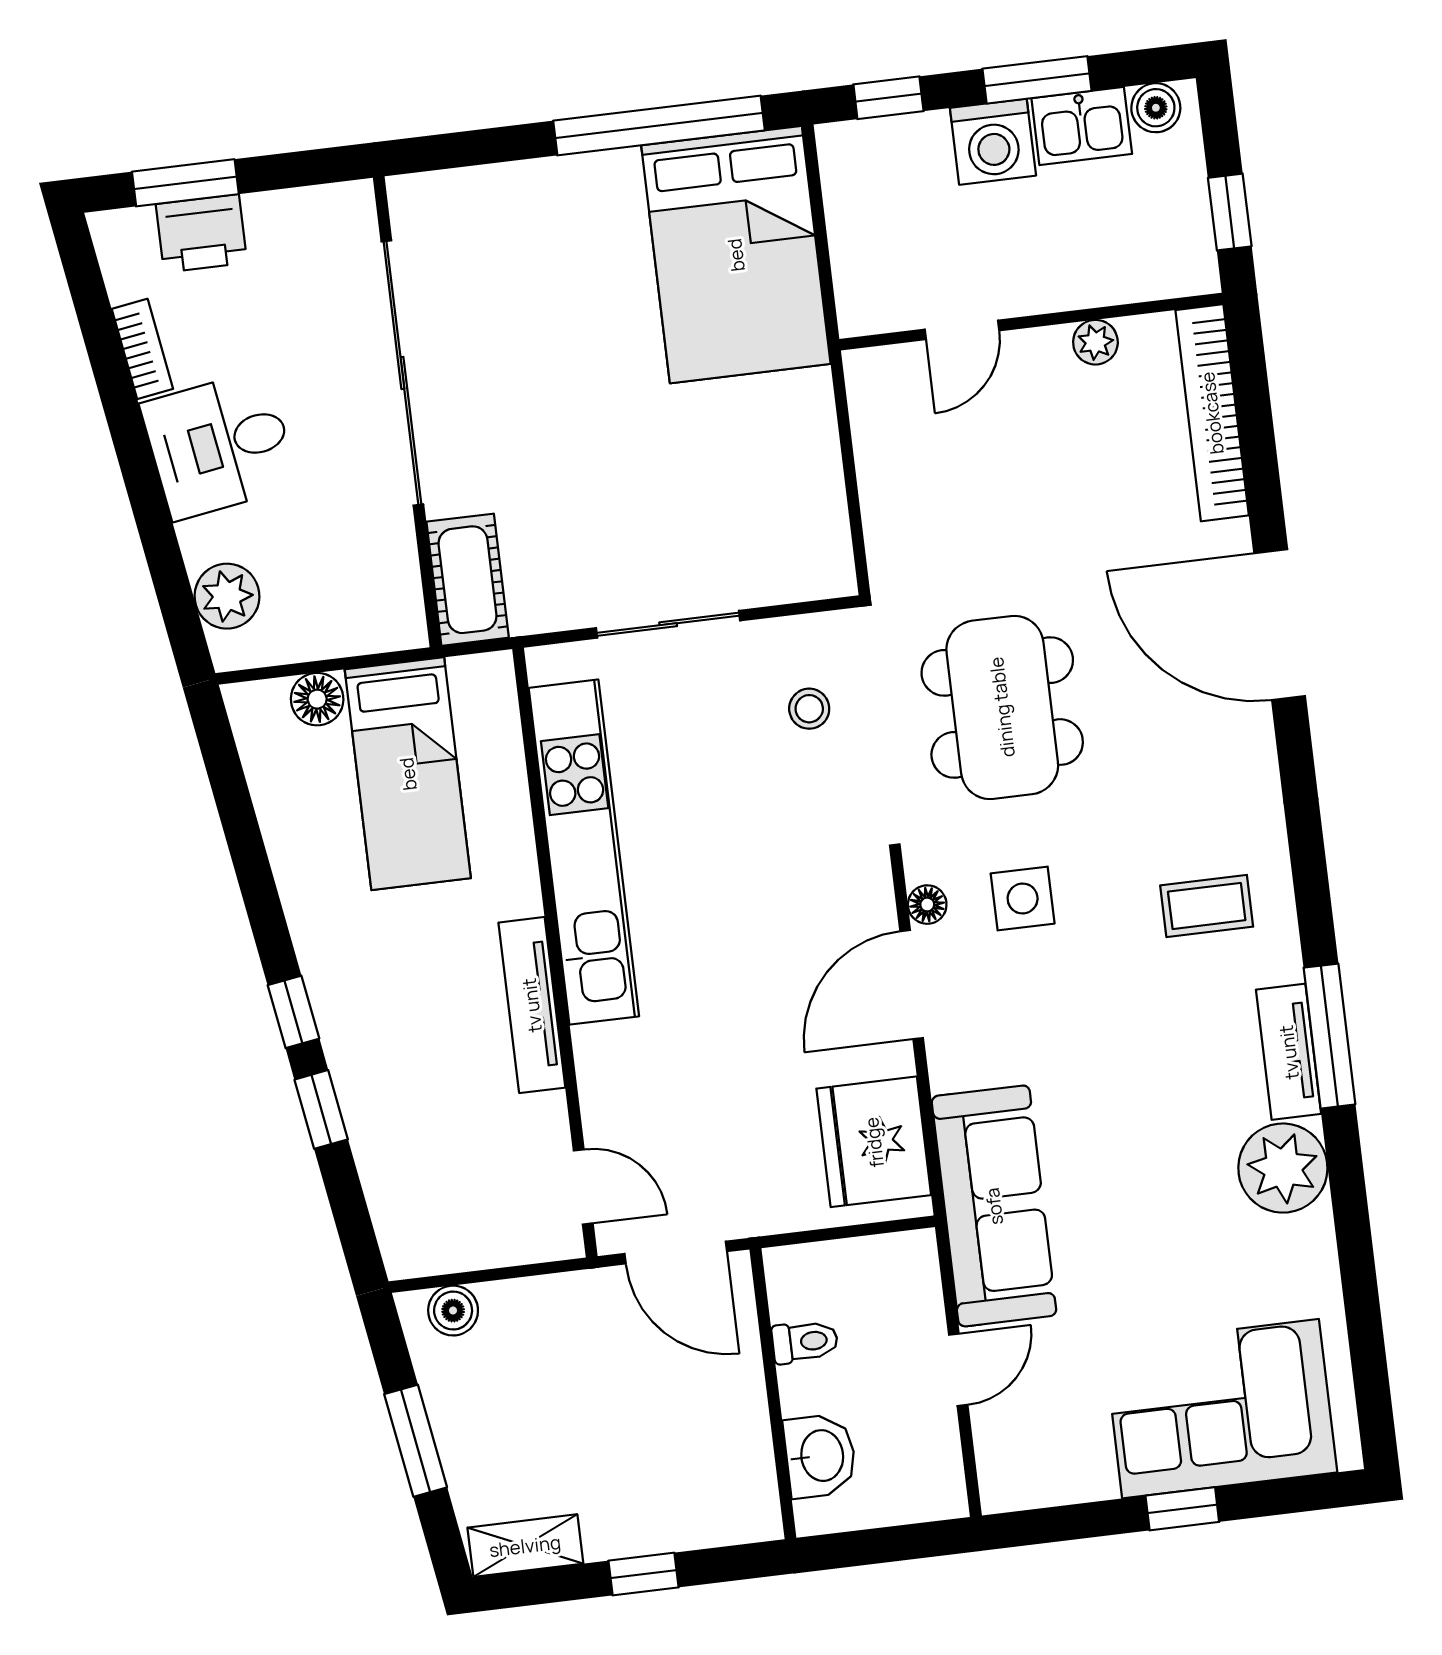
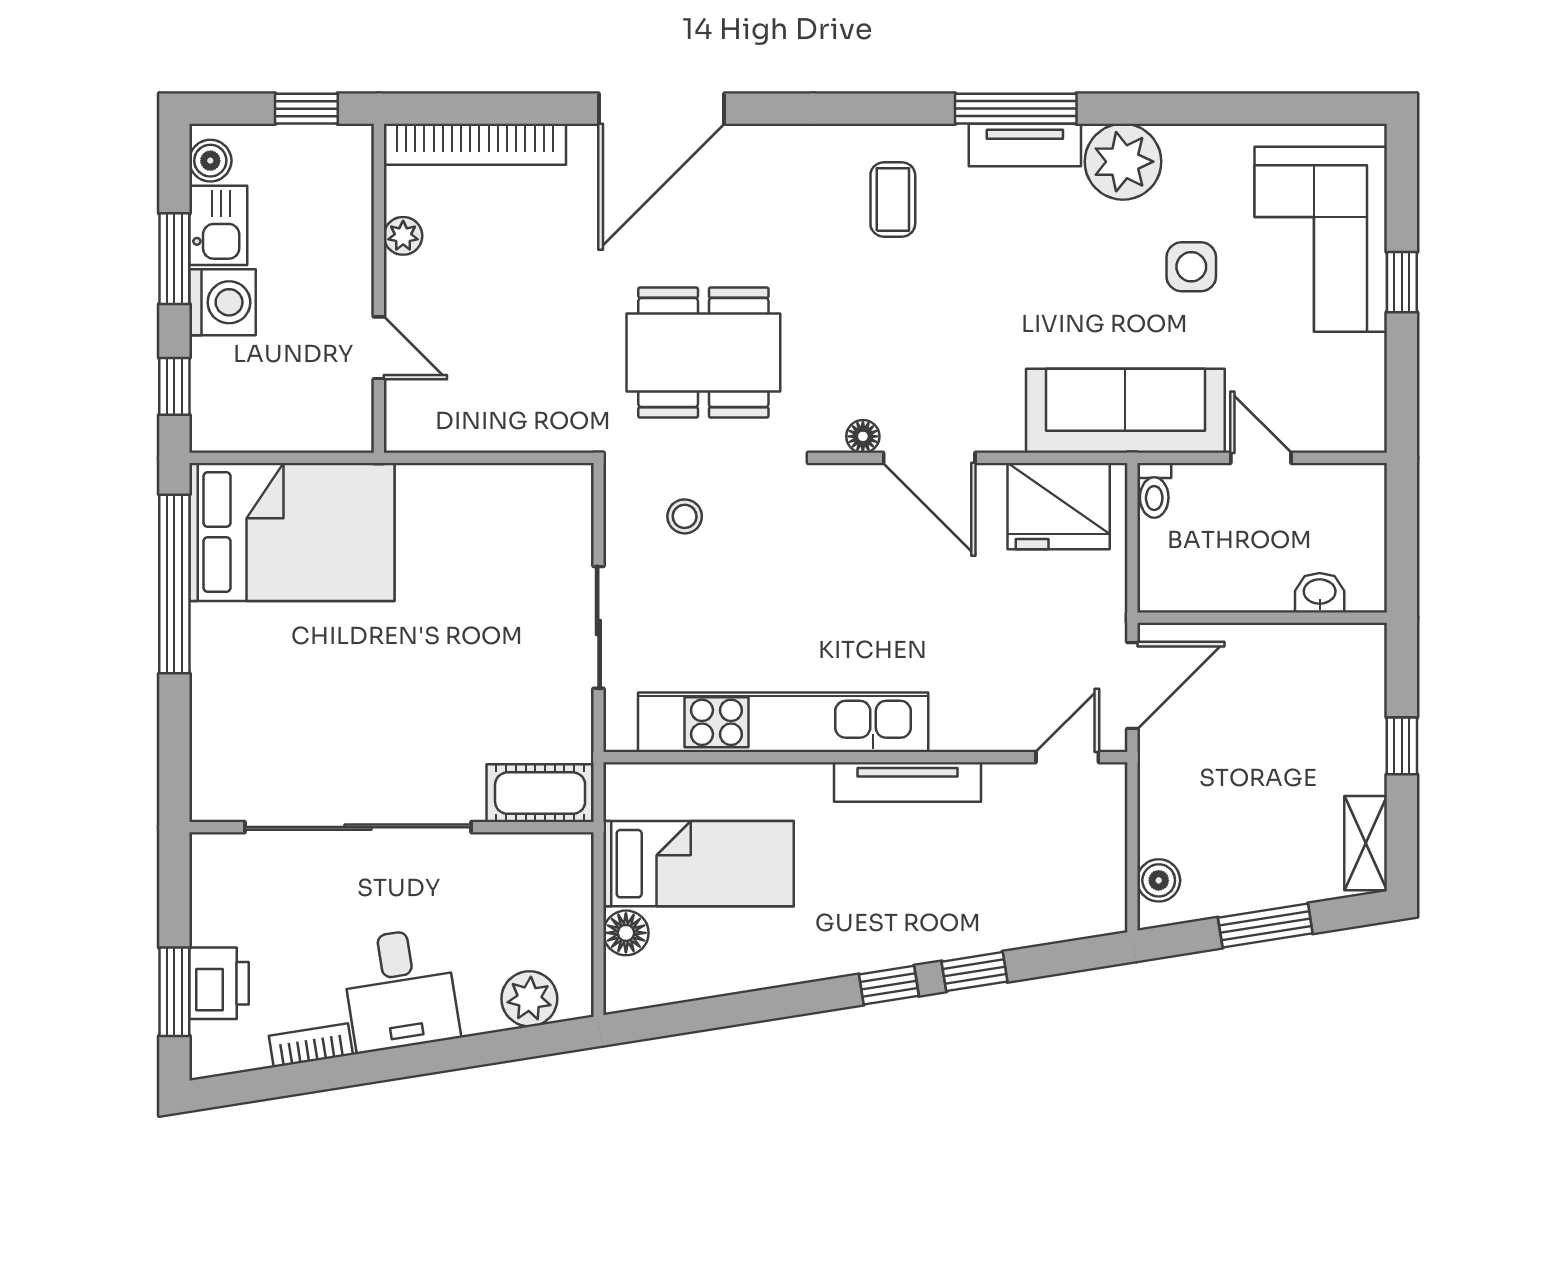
side table: (1023, 899) -> (1191, 267), moved
toilet: (805, 1342) -> (1154, 490), moved, turned 180
washbasin: (820, 1456) -> (1320, 593), width x0.72, depth x0.69

